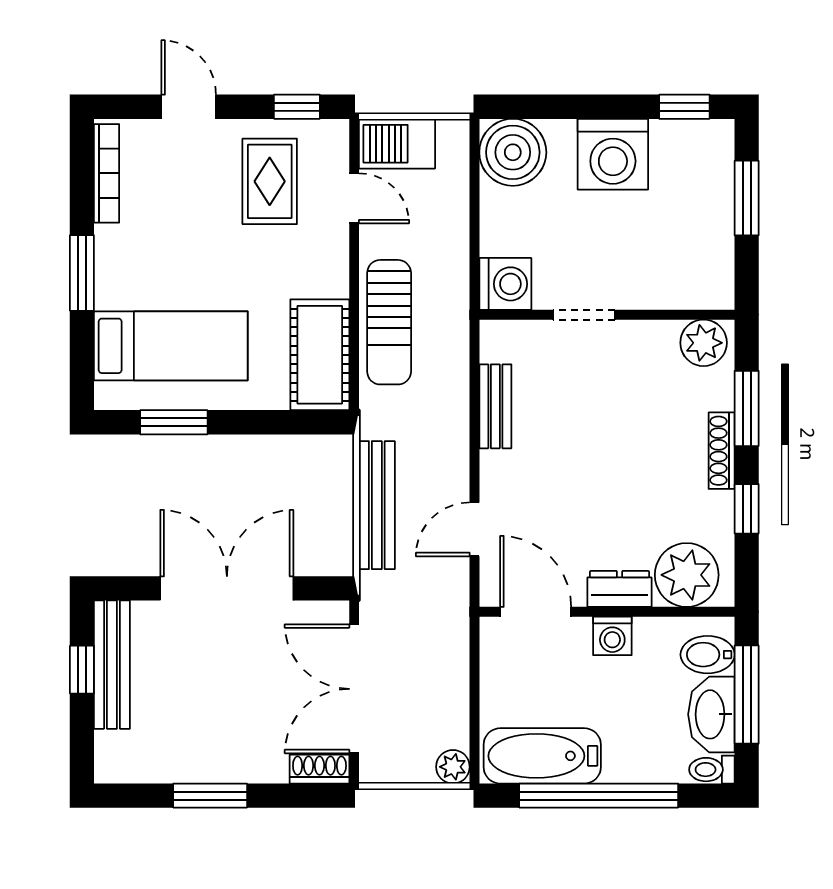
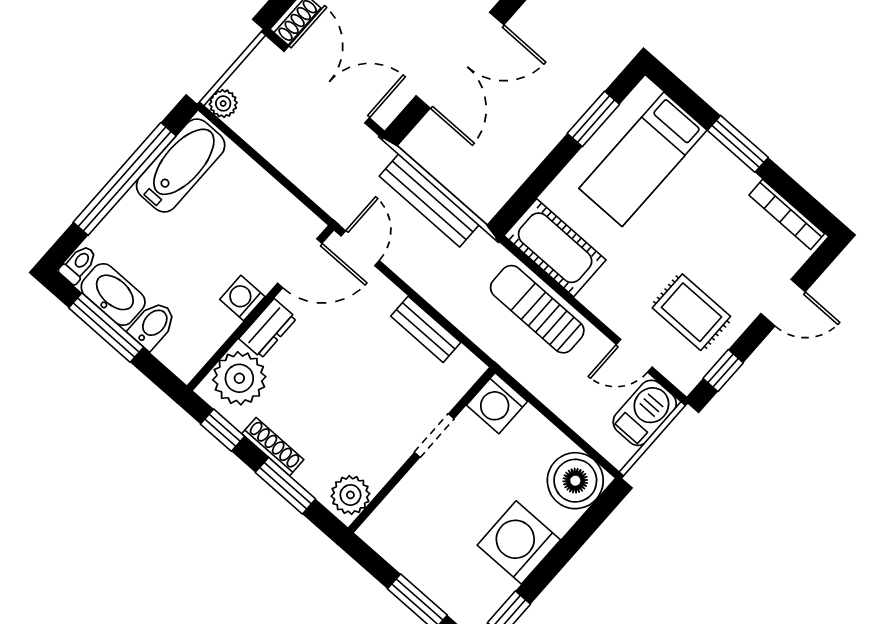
plant: (687, 575) -> (239, 378), moved
dresser: (619, 589) -> (268, 328), moved
door: (536, 612) -> (300, 263), moved
wall: (607, 612) -> (260, 308), moved
washing machine: (612, 636) -> (242, 298), moved

